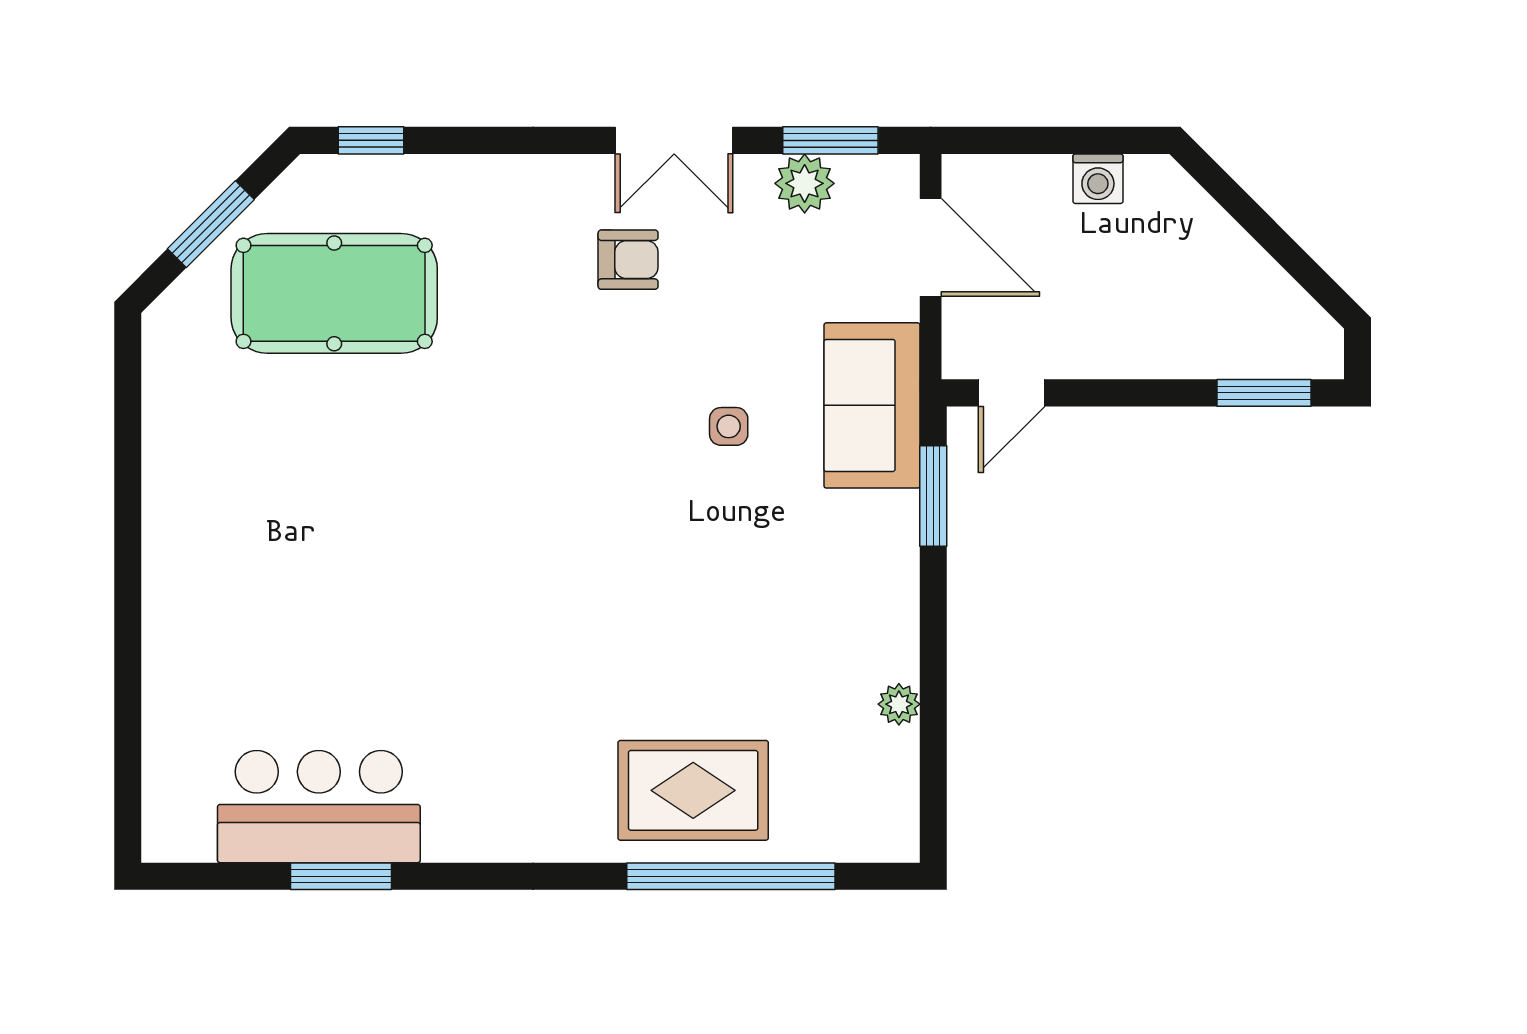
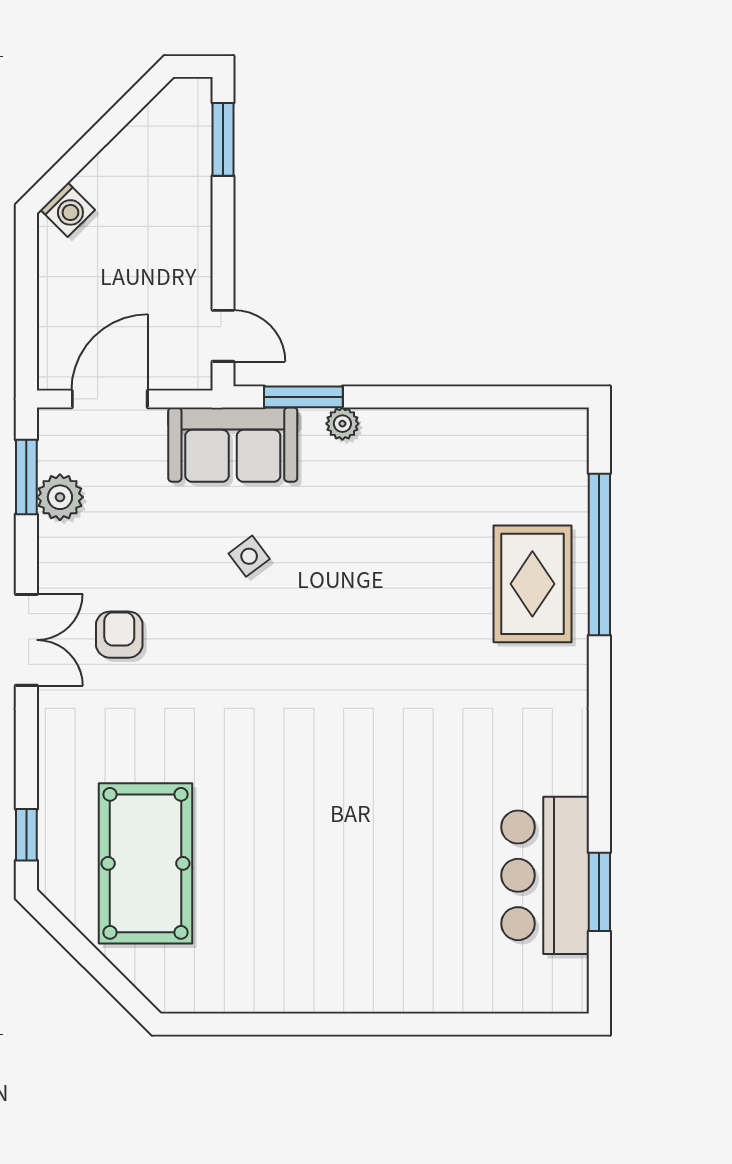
double door: (674, 140) -> (26, 640), moved
washing machine: (1098, 179) -> (68, 210), moved, turned 45
window: (211, 224) -> (92, 959), removed
side table: (729, 426) -> (249, 556), turned -37
plant: (899, 704) -> (342, 424), moved
window: (341, 876) -> (599, 892), moved

